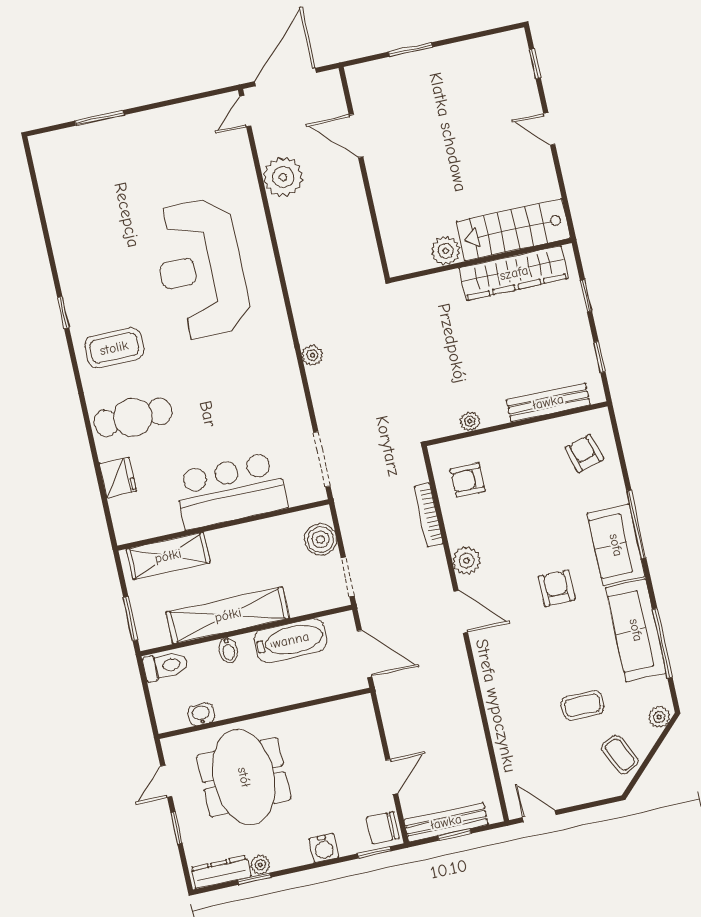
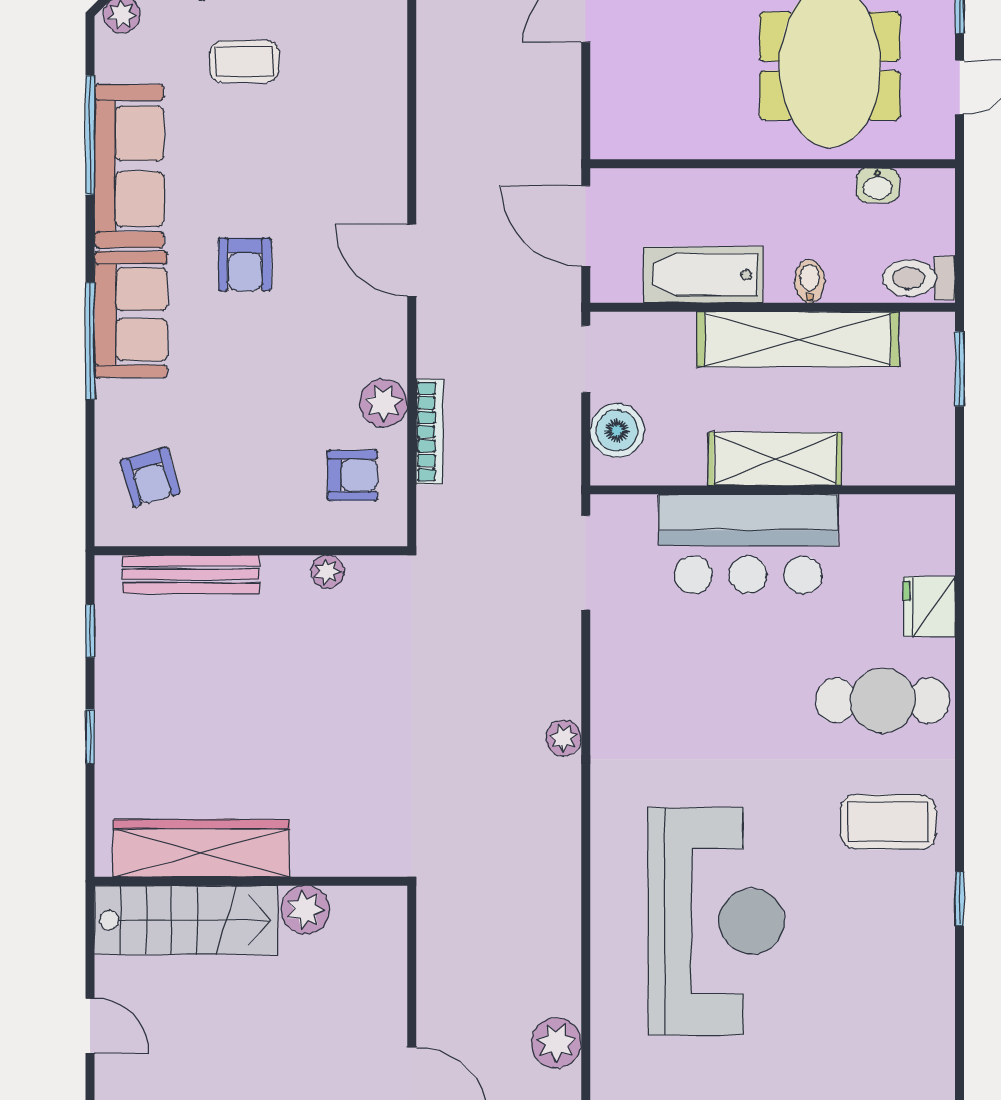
plant: (283, 177) -> (556, 1043), width x0.73, depth x0.73
stairs: (513, 230) -> (186, 920), moved
plant: (446, 251) -> (305, 910), moved
wall: (481, 260) -> (251, 881), moved
wardrobe: (514, 273) -> (201, 848), moved
shelving: (168, 556) -> (775, 459), moved
plant: (467, 561) -> (384, 403), moved

